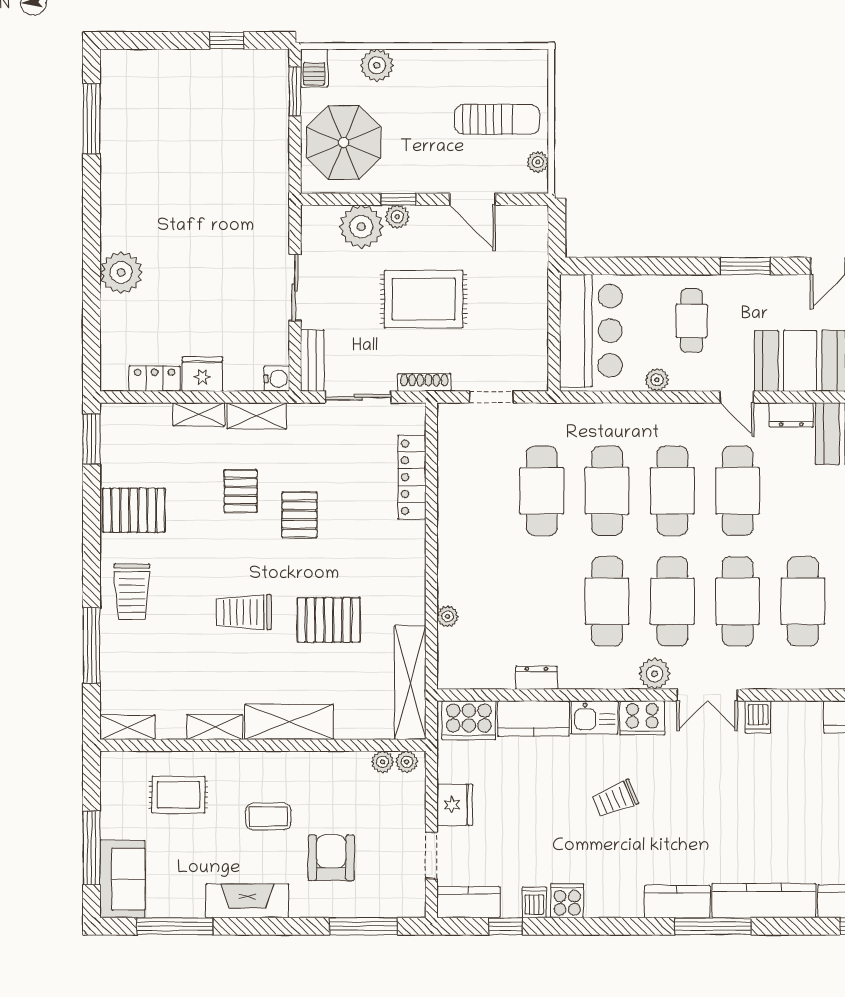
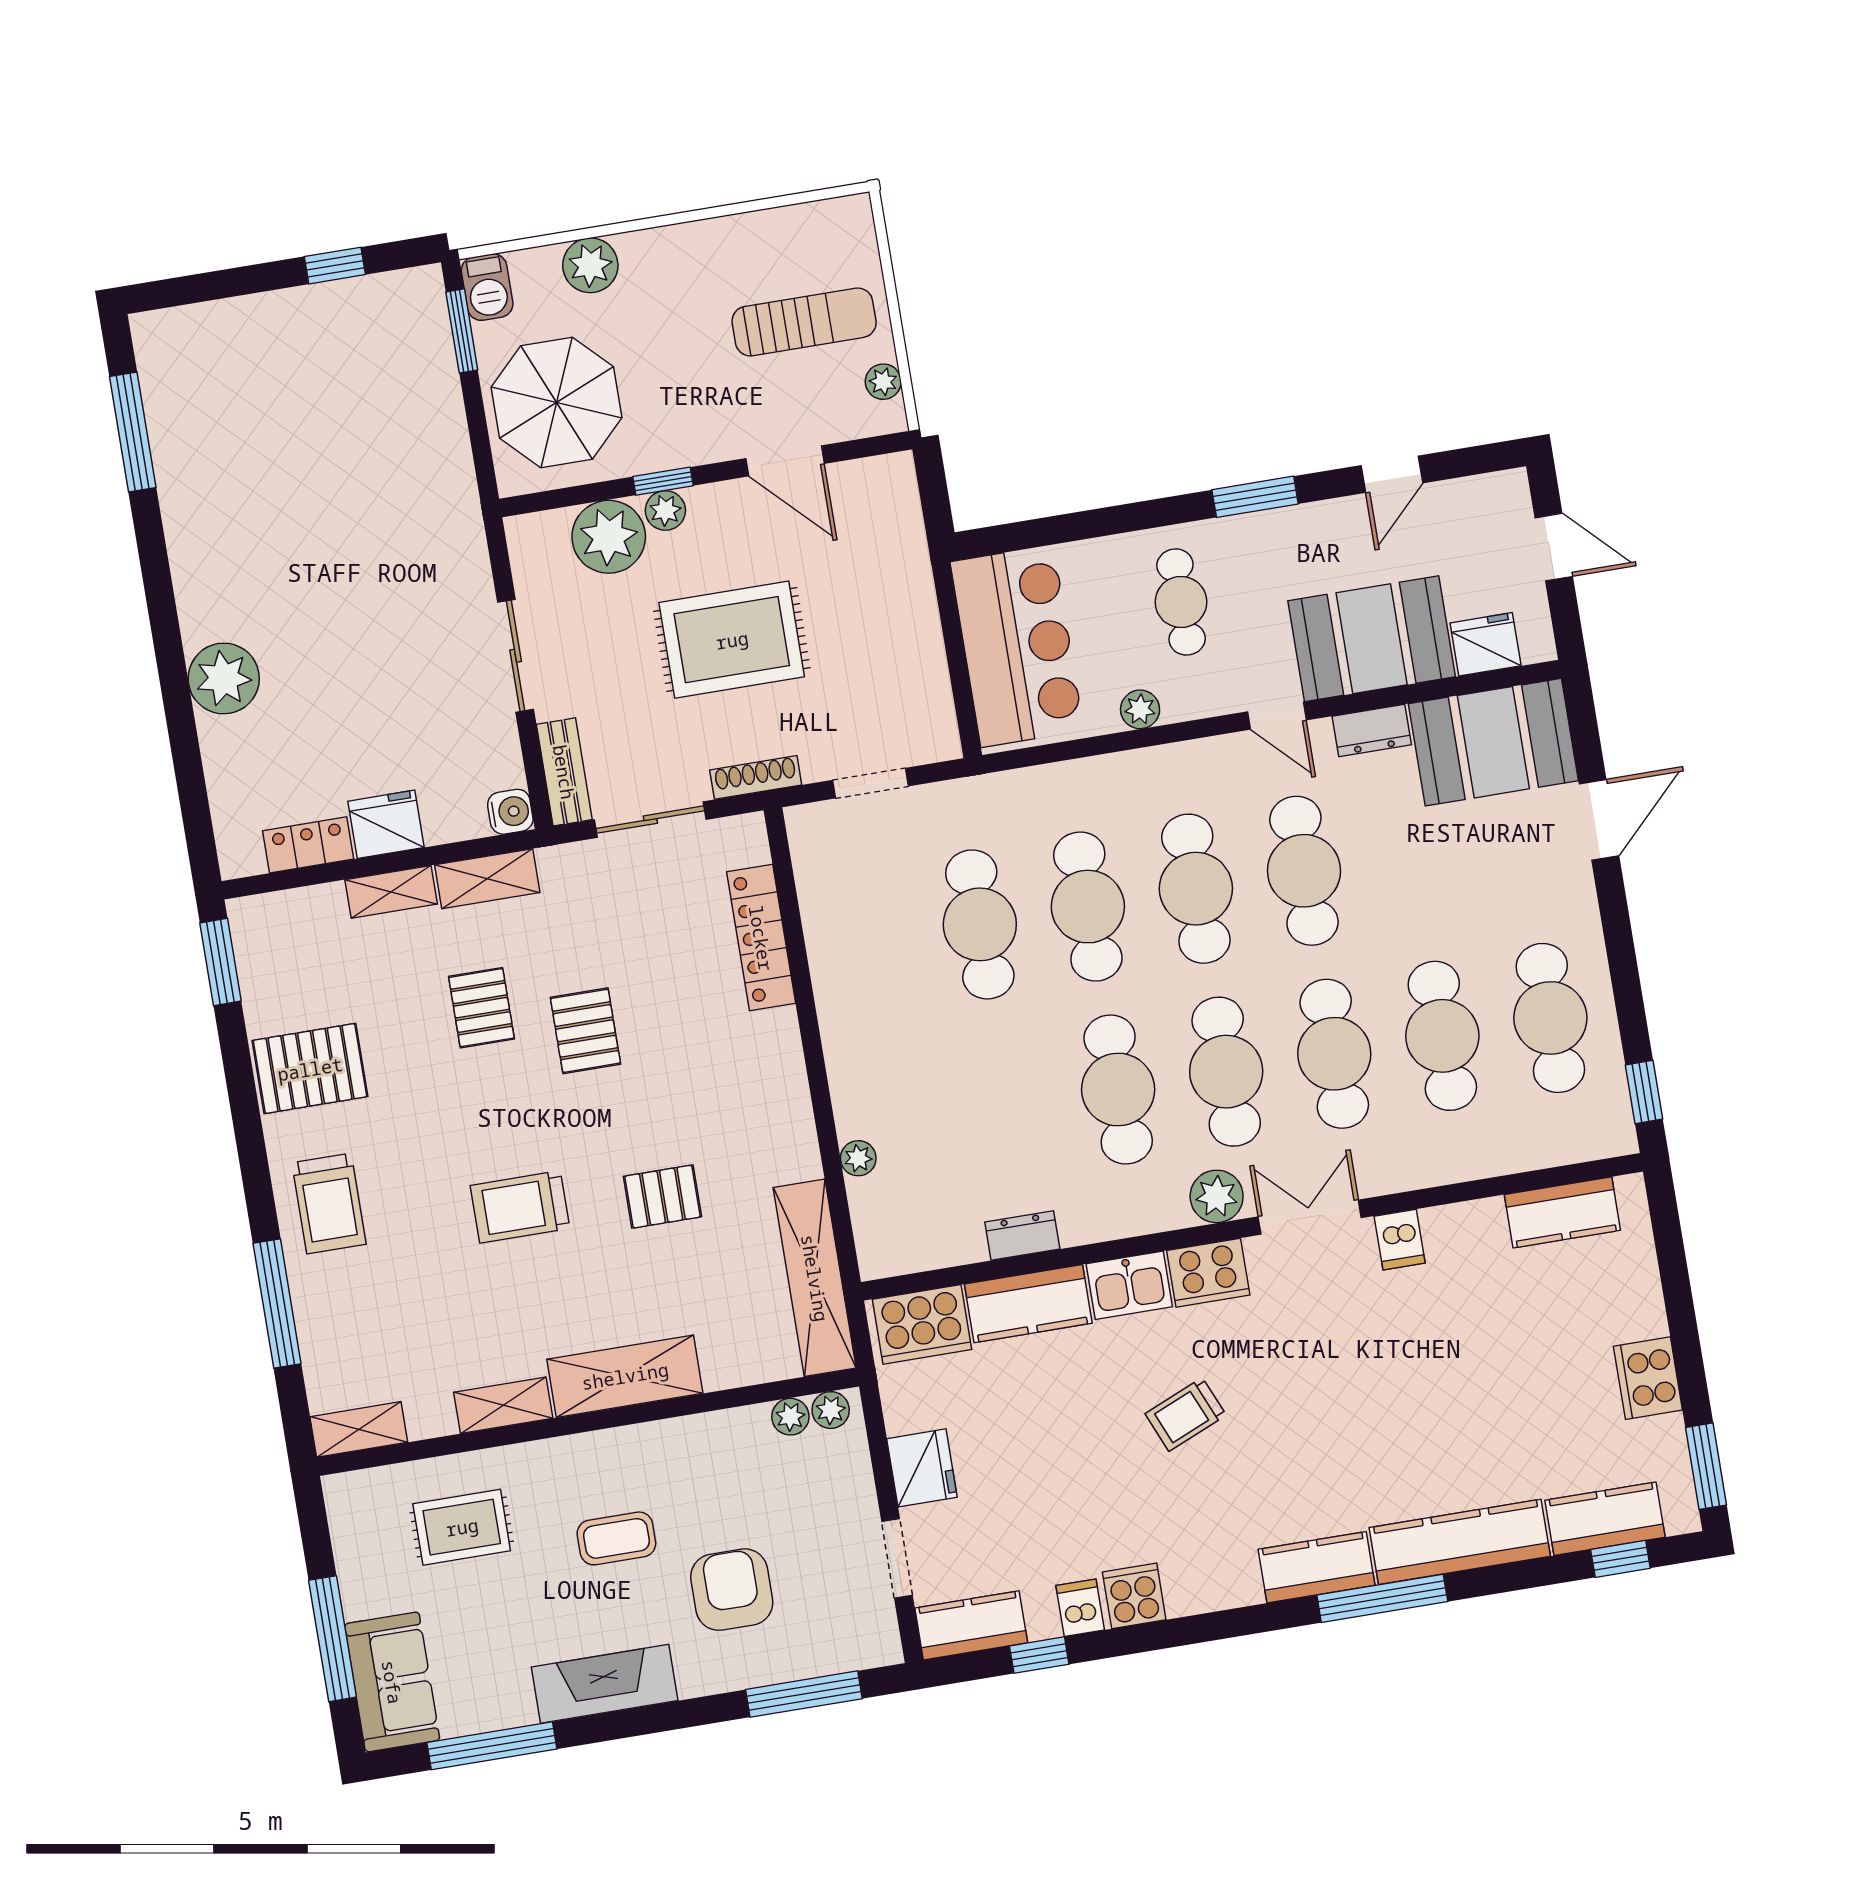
pallet: (329, 620) -> (662, 1197), width x0.67, depth x0.71
double door: (707, 695) -> (1310, 1217), swing flipped

